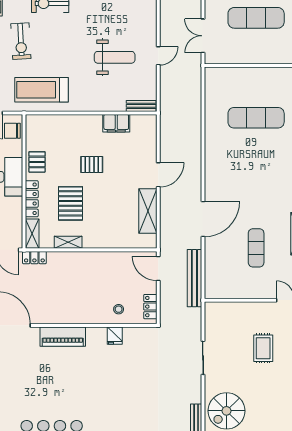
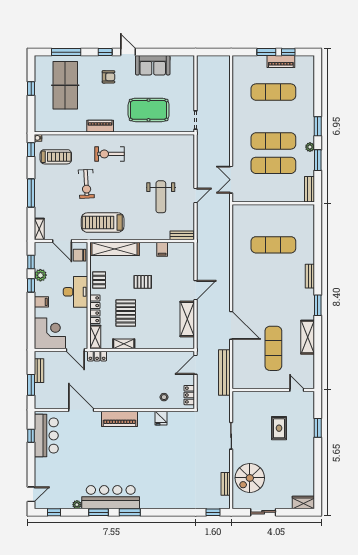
weight bench: (115, 57) -> (161, 197), turned 90
shelving: (56, 123) -> (115, 249), added
filing cabinet: (116, 123) -> (162, 249), width x0.50
door: (203, 219) -> (231, 325), hinge flipped
exercise mat: (256, 248) -> (273, 348), width x1.36, depth x1.45
door: (158, 269) -> (196, 365), hinge flipped

